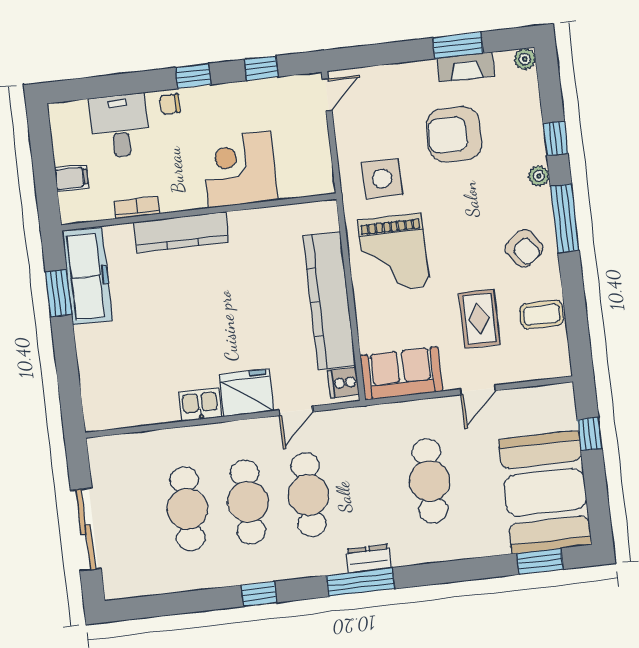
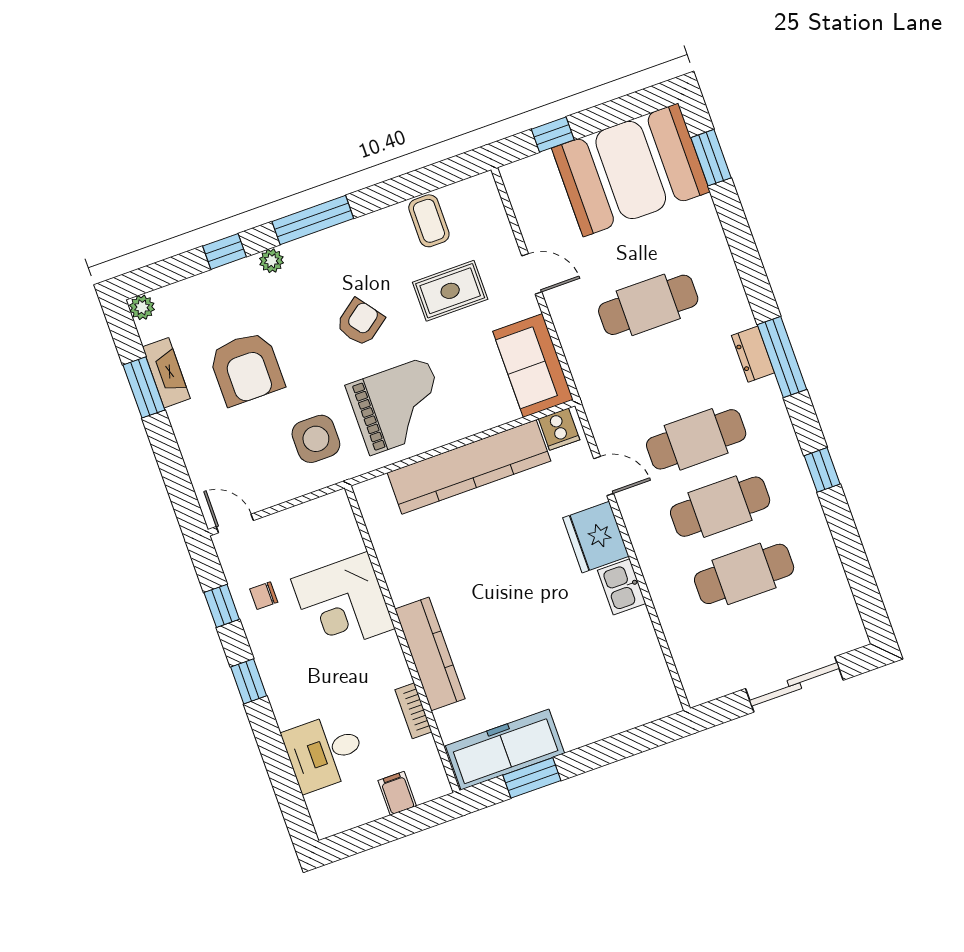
chair: (170, 104) -> (264, 596), moved, turned 90
armchair: (524, 248) -> (360, 322), moved

